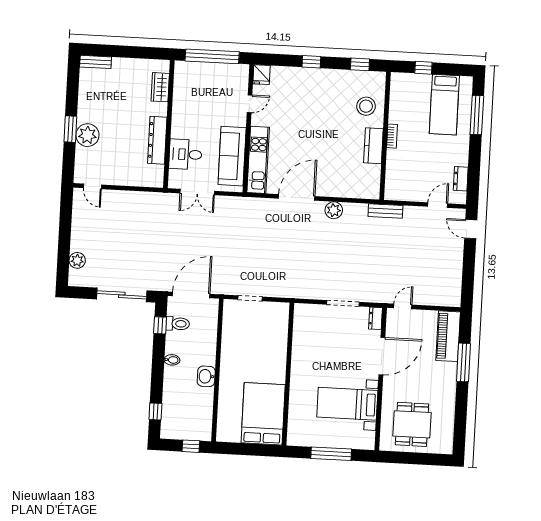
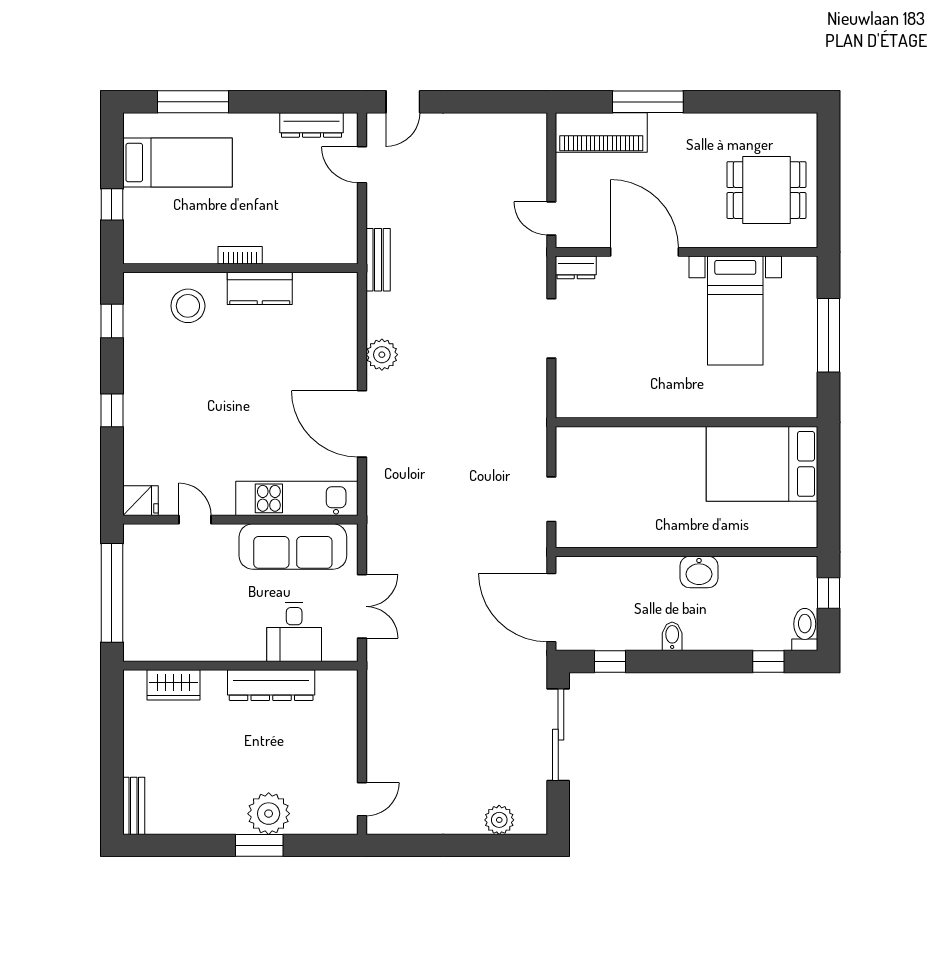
dresser: (461, 179) -> (311, 125), width x1.44
toilet: (178, 324) -> (805, 629), moved

